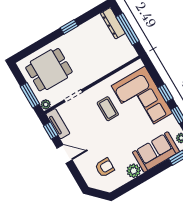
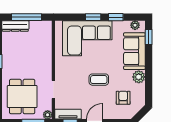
coffee table: (108, 109) -> (99, 80), moved

